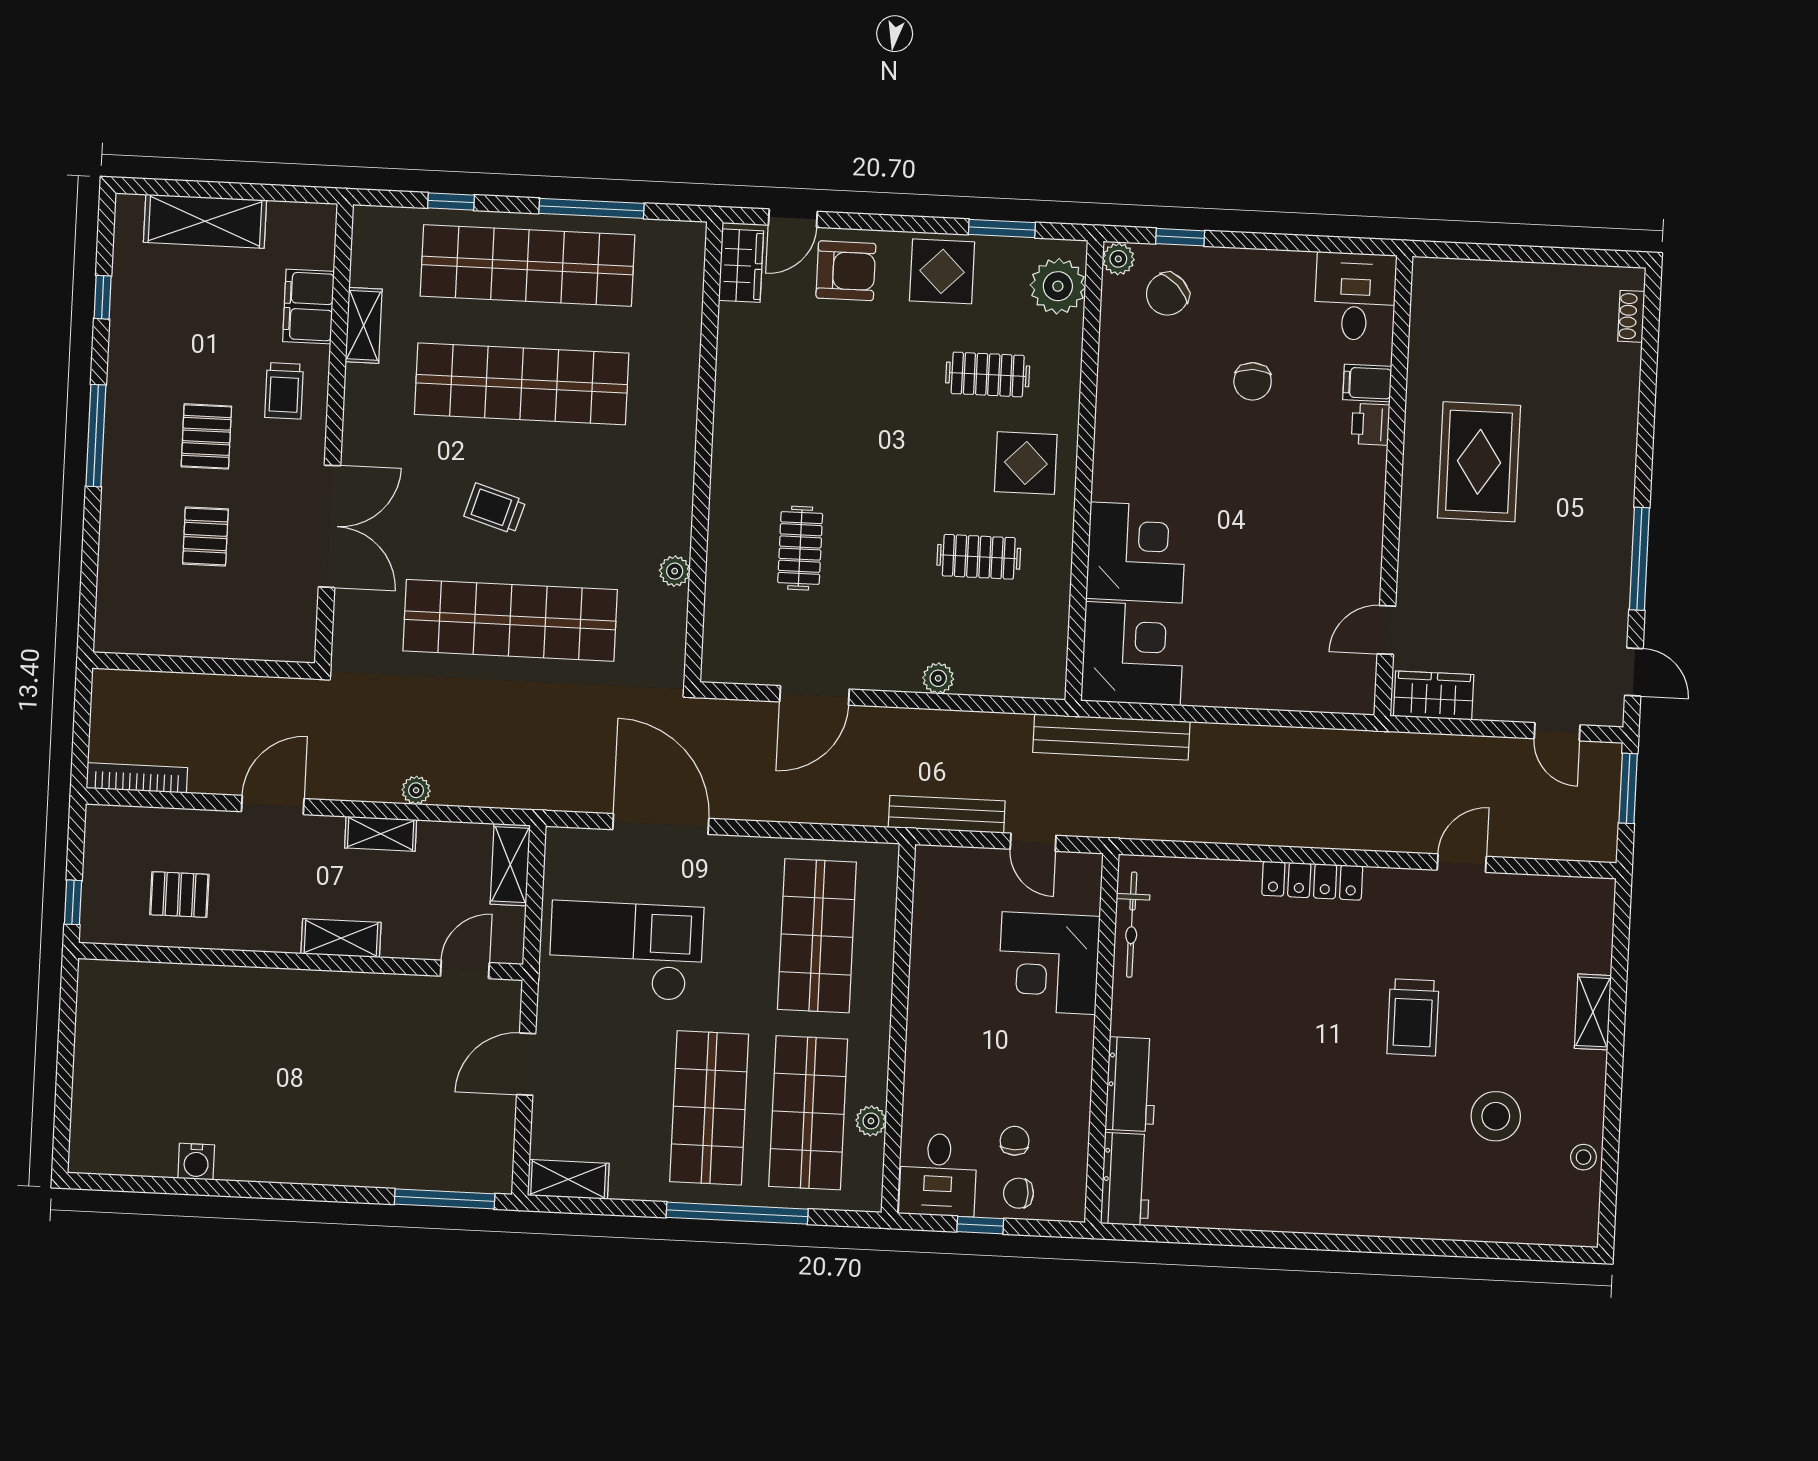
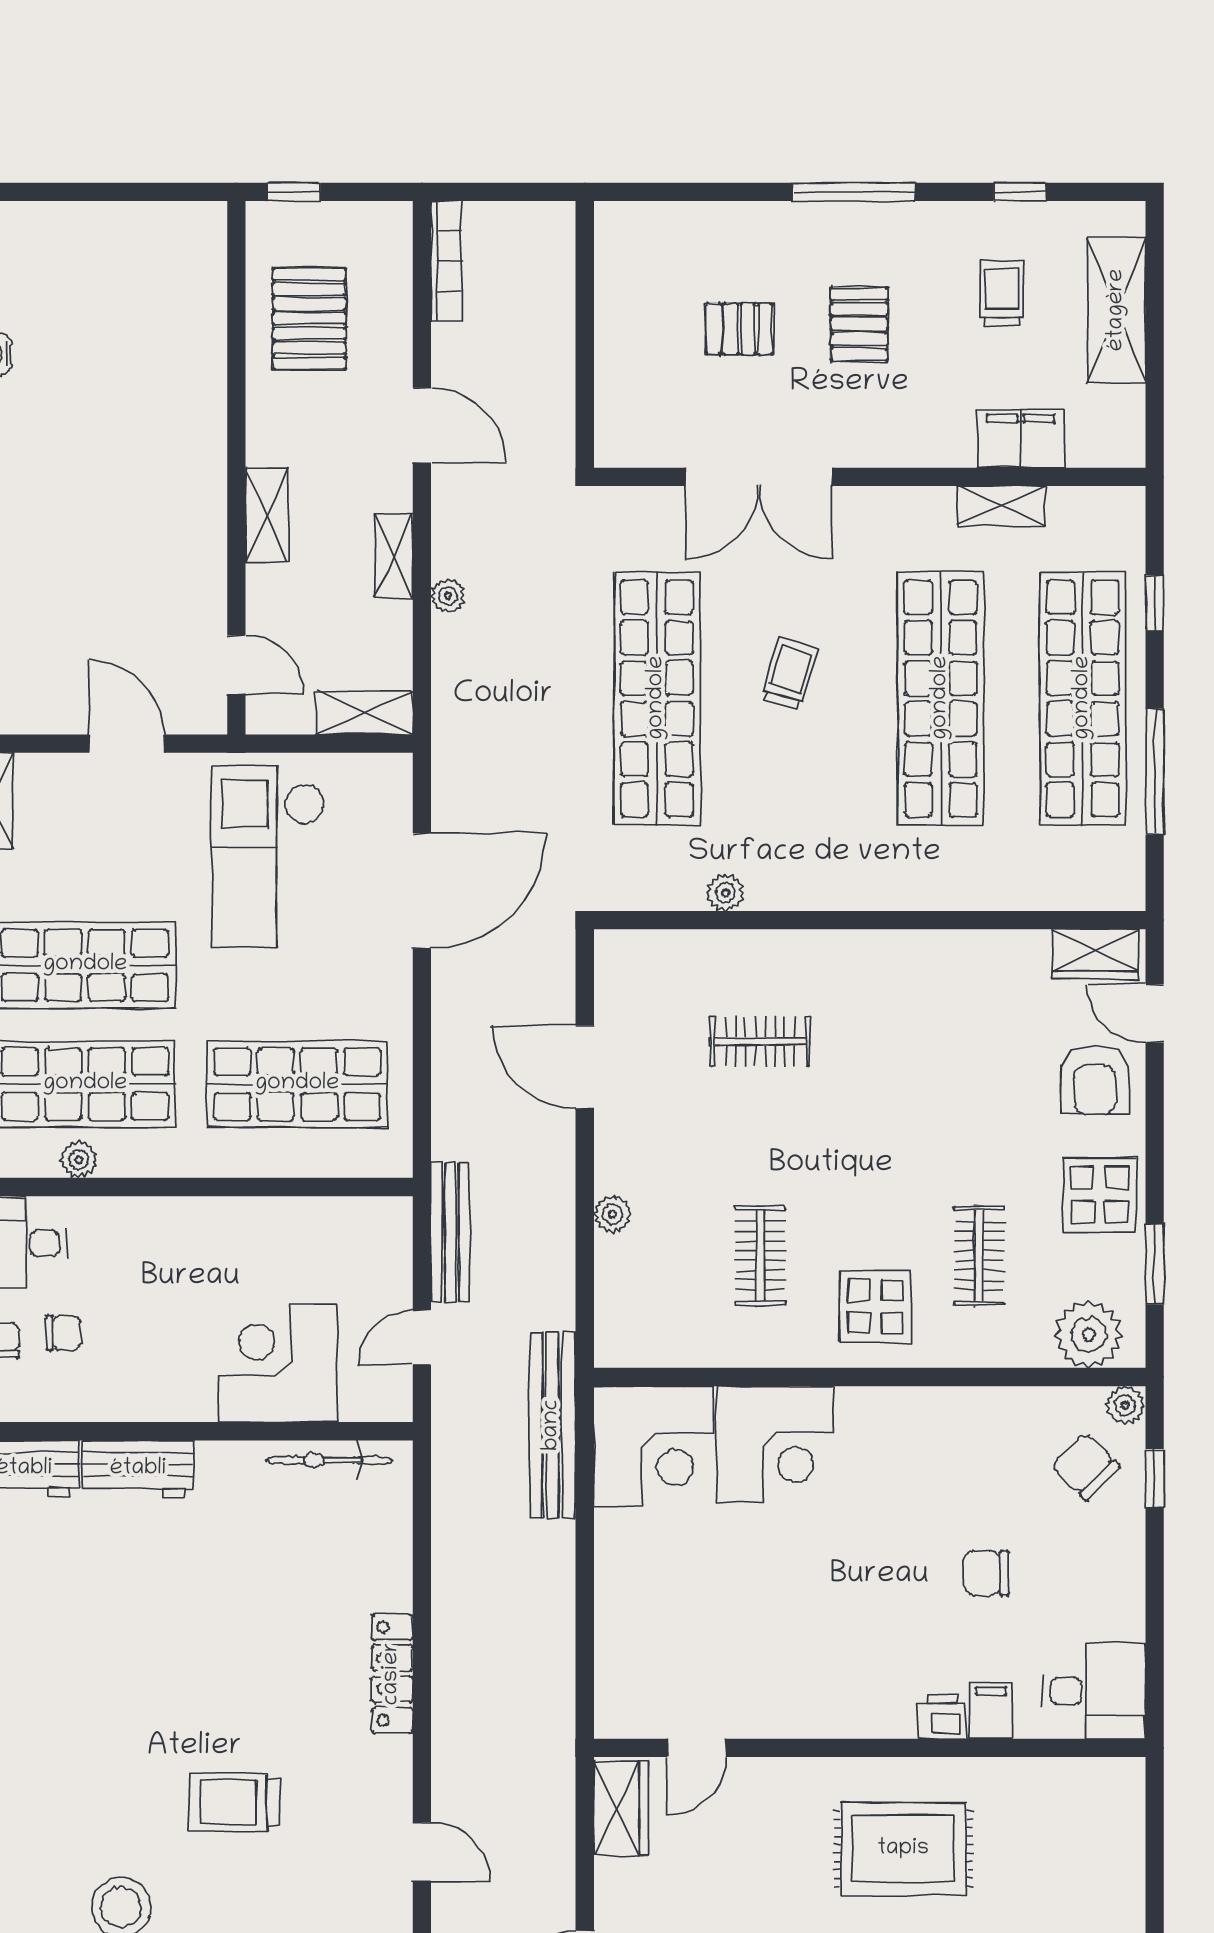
trolley: (284, 391) -> (1002, 293), moved, turned 90
pallet: (206, 436) -> (859, 324), turned 90
door: (1386, 630) -> (697, 1748), swing flipped
pallet: (179, 895) -> (309, 319), width x1.50, depth x1.42
checkout: (626, 951) -> (268, 857), turned 180

